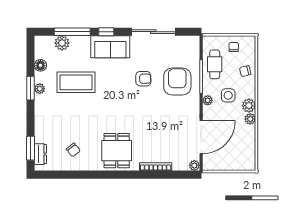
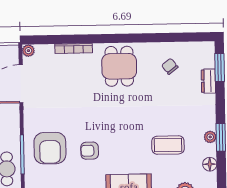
coffee table: (76, 82) -> (168, 145), width x0.73, depth x0.76
plant: (208, 100) -> (14, 127), removed
dresser: (40, 154) -> (208, 81), moved

